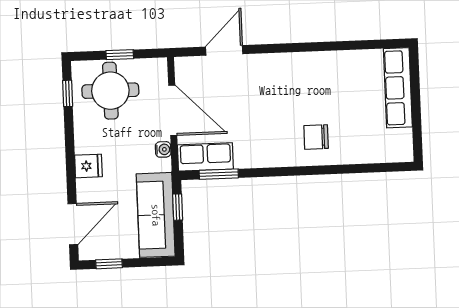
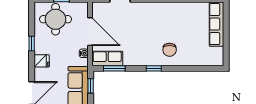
window: (68, 93) -> (32, 43), moved
chair: (316, 137) -> (170, 50), turned -90
window: (289, 171) -> (154, 68), added

